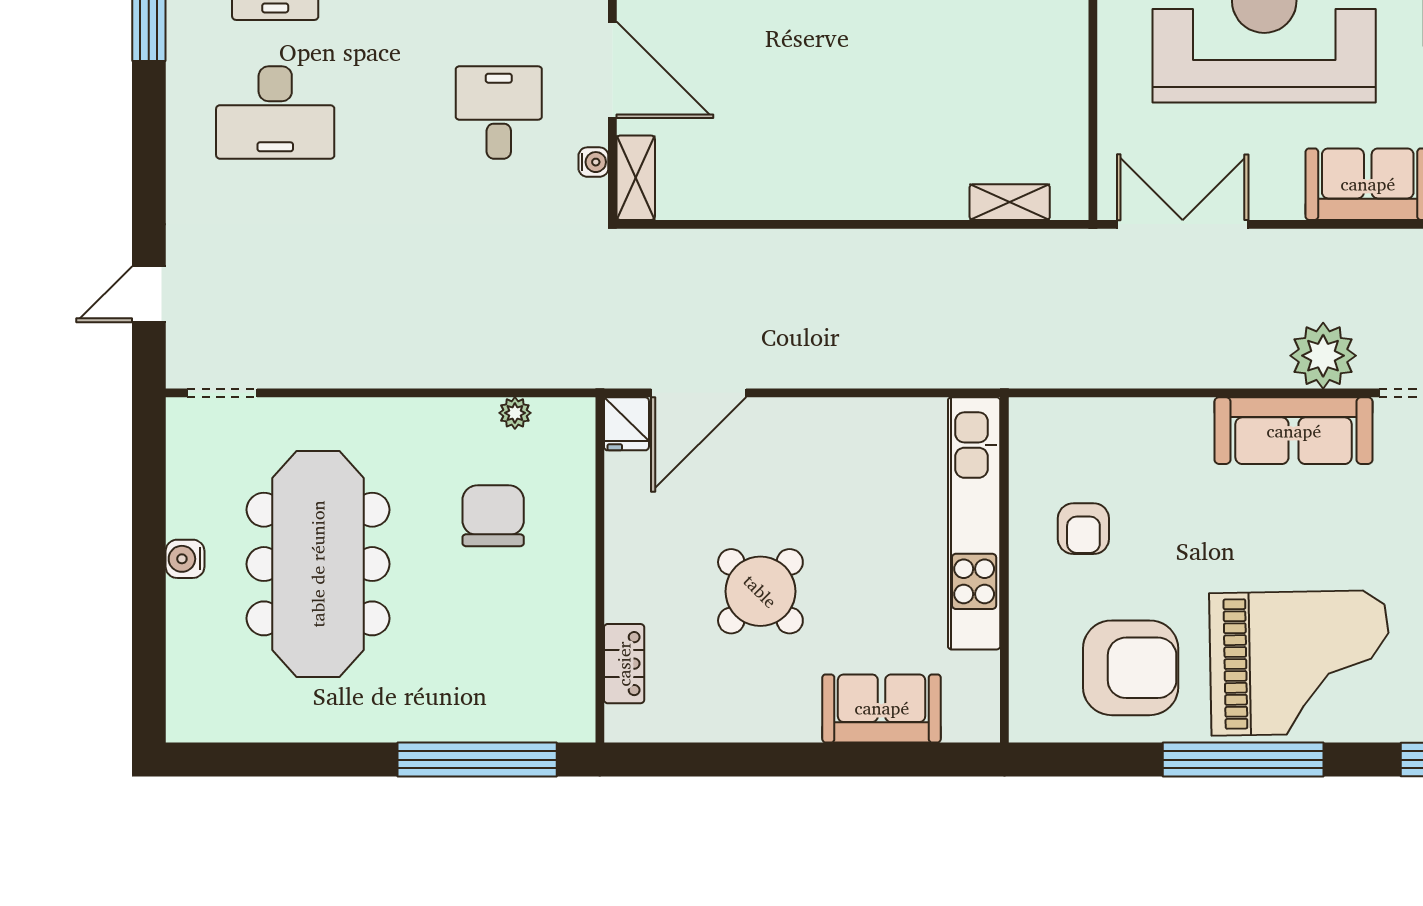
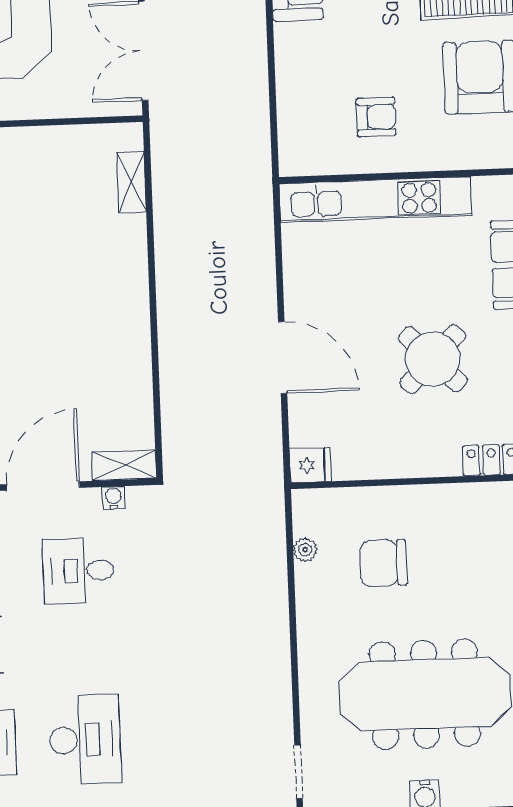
door: (699, 393) -> (283, 358), moved

